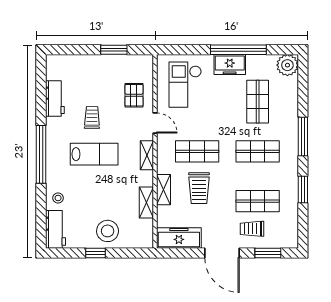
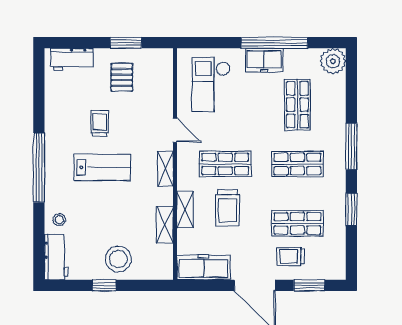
pallet: (134, 95) -> (122, 77), moved
workbench: (55, 99) -> (72, 59), moved, turned 90

